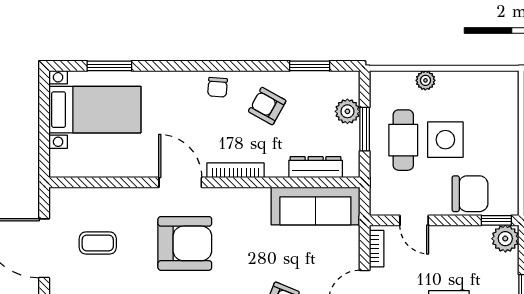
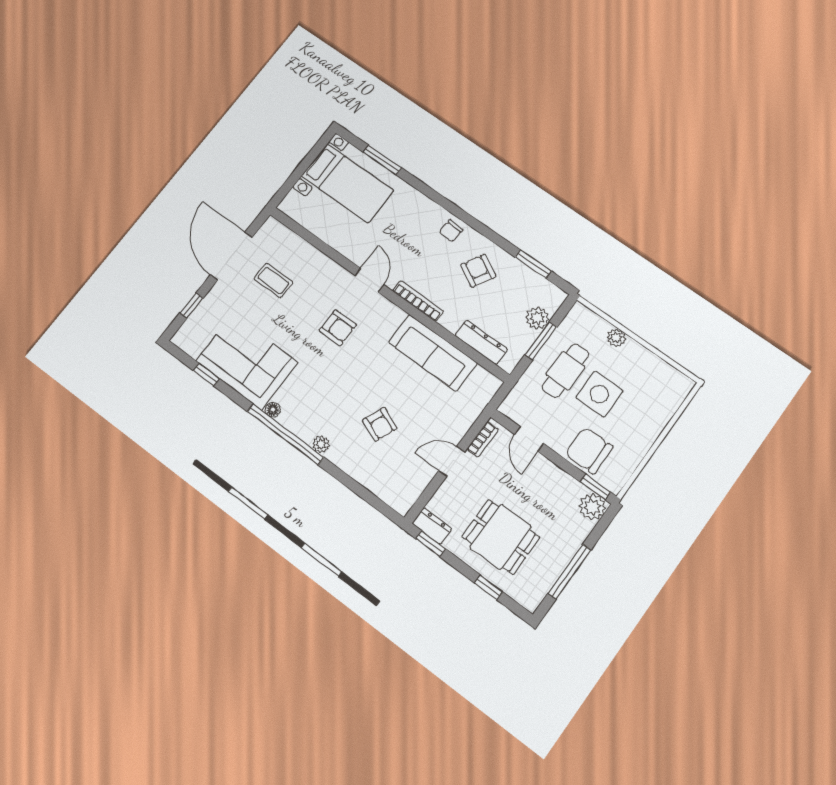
door: (180, 182) -> (369, 280), width x0.73
chair: (470, 194) -> (589, 450), turned 180
sofa: (315, 206) -> (433, 353), moved
armchair: (185, 243) -> (338, 328), width x0.53, depth x0.53

